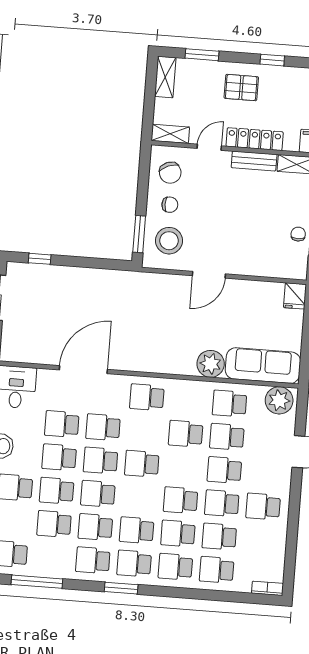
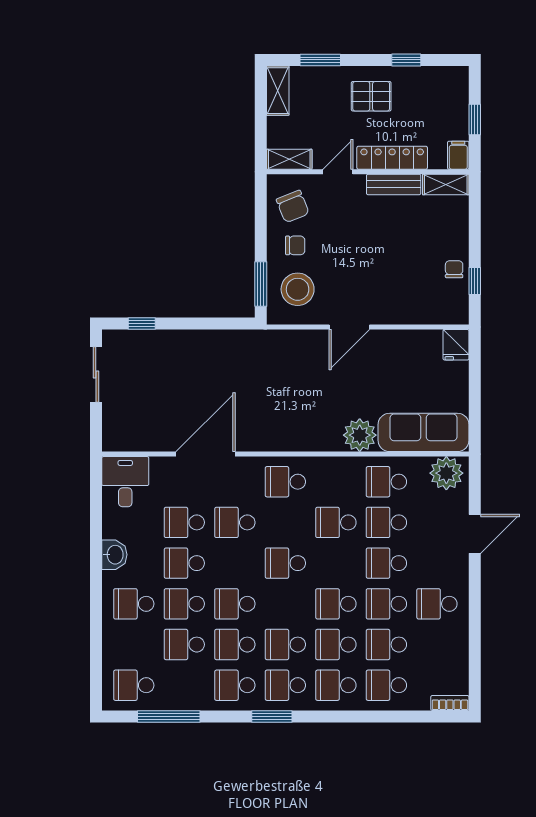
school desk: (100, 461) -> (235, 563), removed

